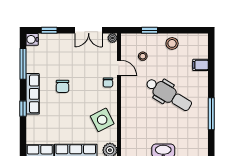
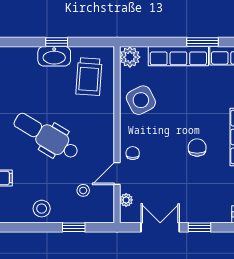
window: (49, 30) -> (200, 227), moved
plant: (112, 38) -> (126, 200), moved
door: (119, 68) -> (117, 174), hinge flipped
trolley: (139, 136) -> (89, 77), added

